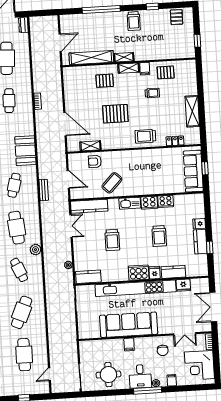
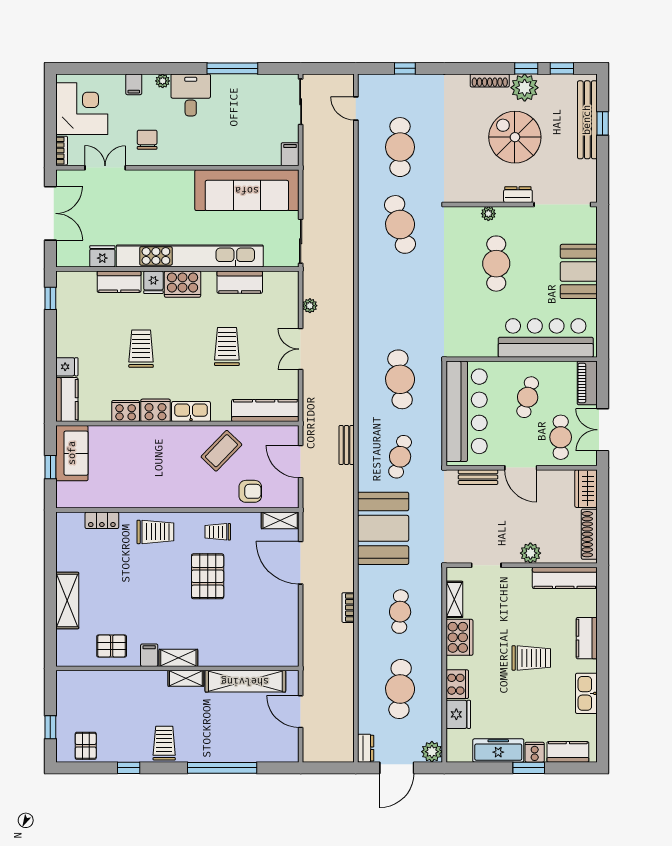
window: (197, 41) -> (50, 727), moved
door: (60, 43) -> (301, 712), hinge flipped
pallet: (105, 81) -> (224, 638), removed
trolley: (152, 93) -> (218, 532), moved
shelving: (192, 111) -> (67, 601), moved
pallet: (115, 114) -> (208, 576), turned 90
shelving: (90, 146) -> (280, 520), moved
booth: (25, 151) -> (383, 528), width x1.36, depth x1.42
sofa: (193, 171) -> (72, 453), width x0.73
double door: (71, 226) -> (301, 349), moved
kitchen counter: (200, 242) -> (67, 400), moved
window: (210, 247) -> (50, 298), moved
plant: (35, 250) -> (368, 337), removed
cafe table: (19, 270) -> (400, 302), removed
kitchen counter: (88, 277) -> (240, 282), moved
cafe table: (22, 312) -> (400, 224), turned -39
sofa: (129, 325) -> (247, 190), moved
filing cabinet: (129, 344) -> (290, 154), moved
door: (50, 374) -> (356, 108), swing flipped
round table: (108, 375) -> (249, 102), removed
window: (148, 391) -> (232, 68), moved

